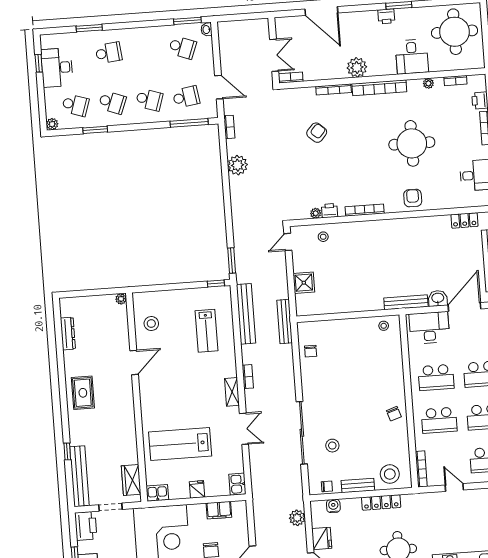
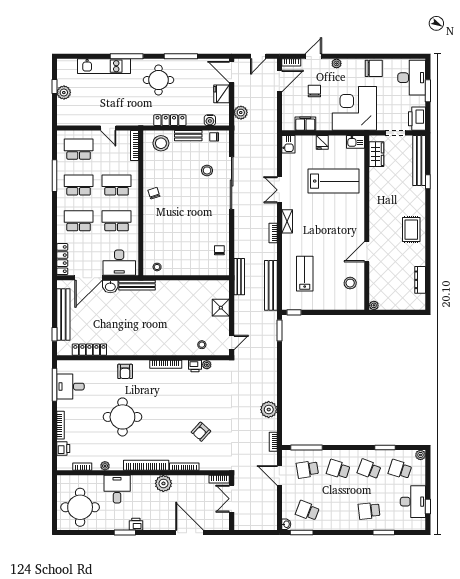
locker: (464, 220) -> (89, 350), width x1.53

